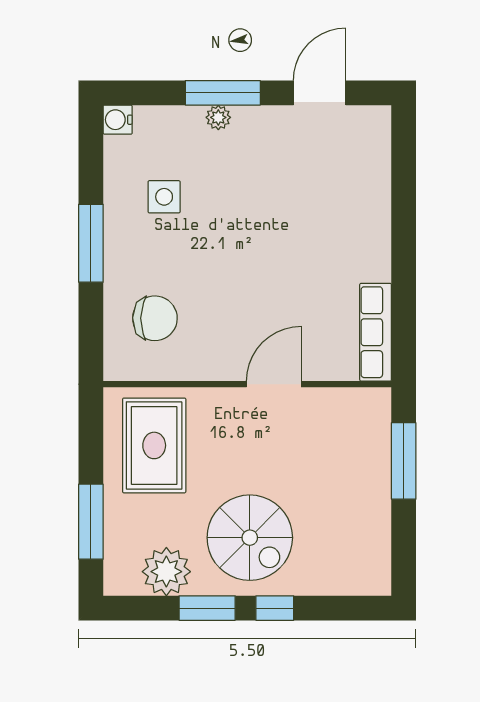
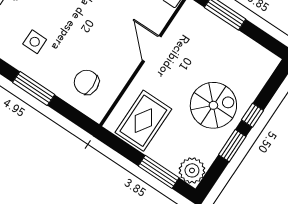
chair: (155, 318) -> (87, 82), turned -91
rug: (154, 445) -> (143, 121), turned 90
plant: (166, 572) -> (192, 170), moved

